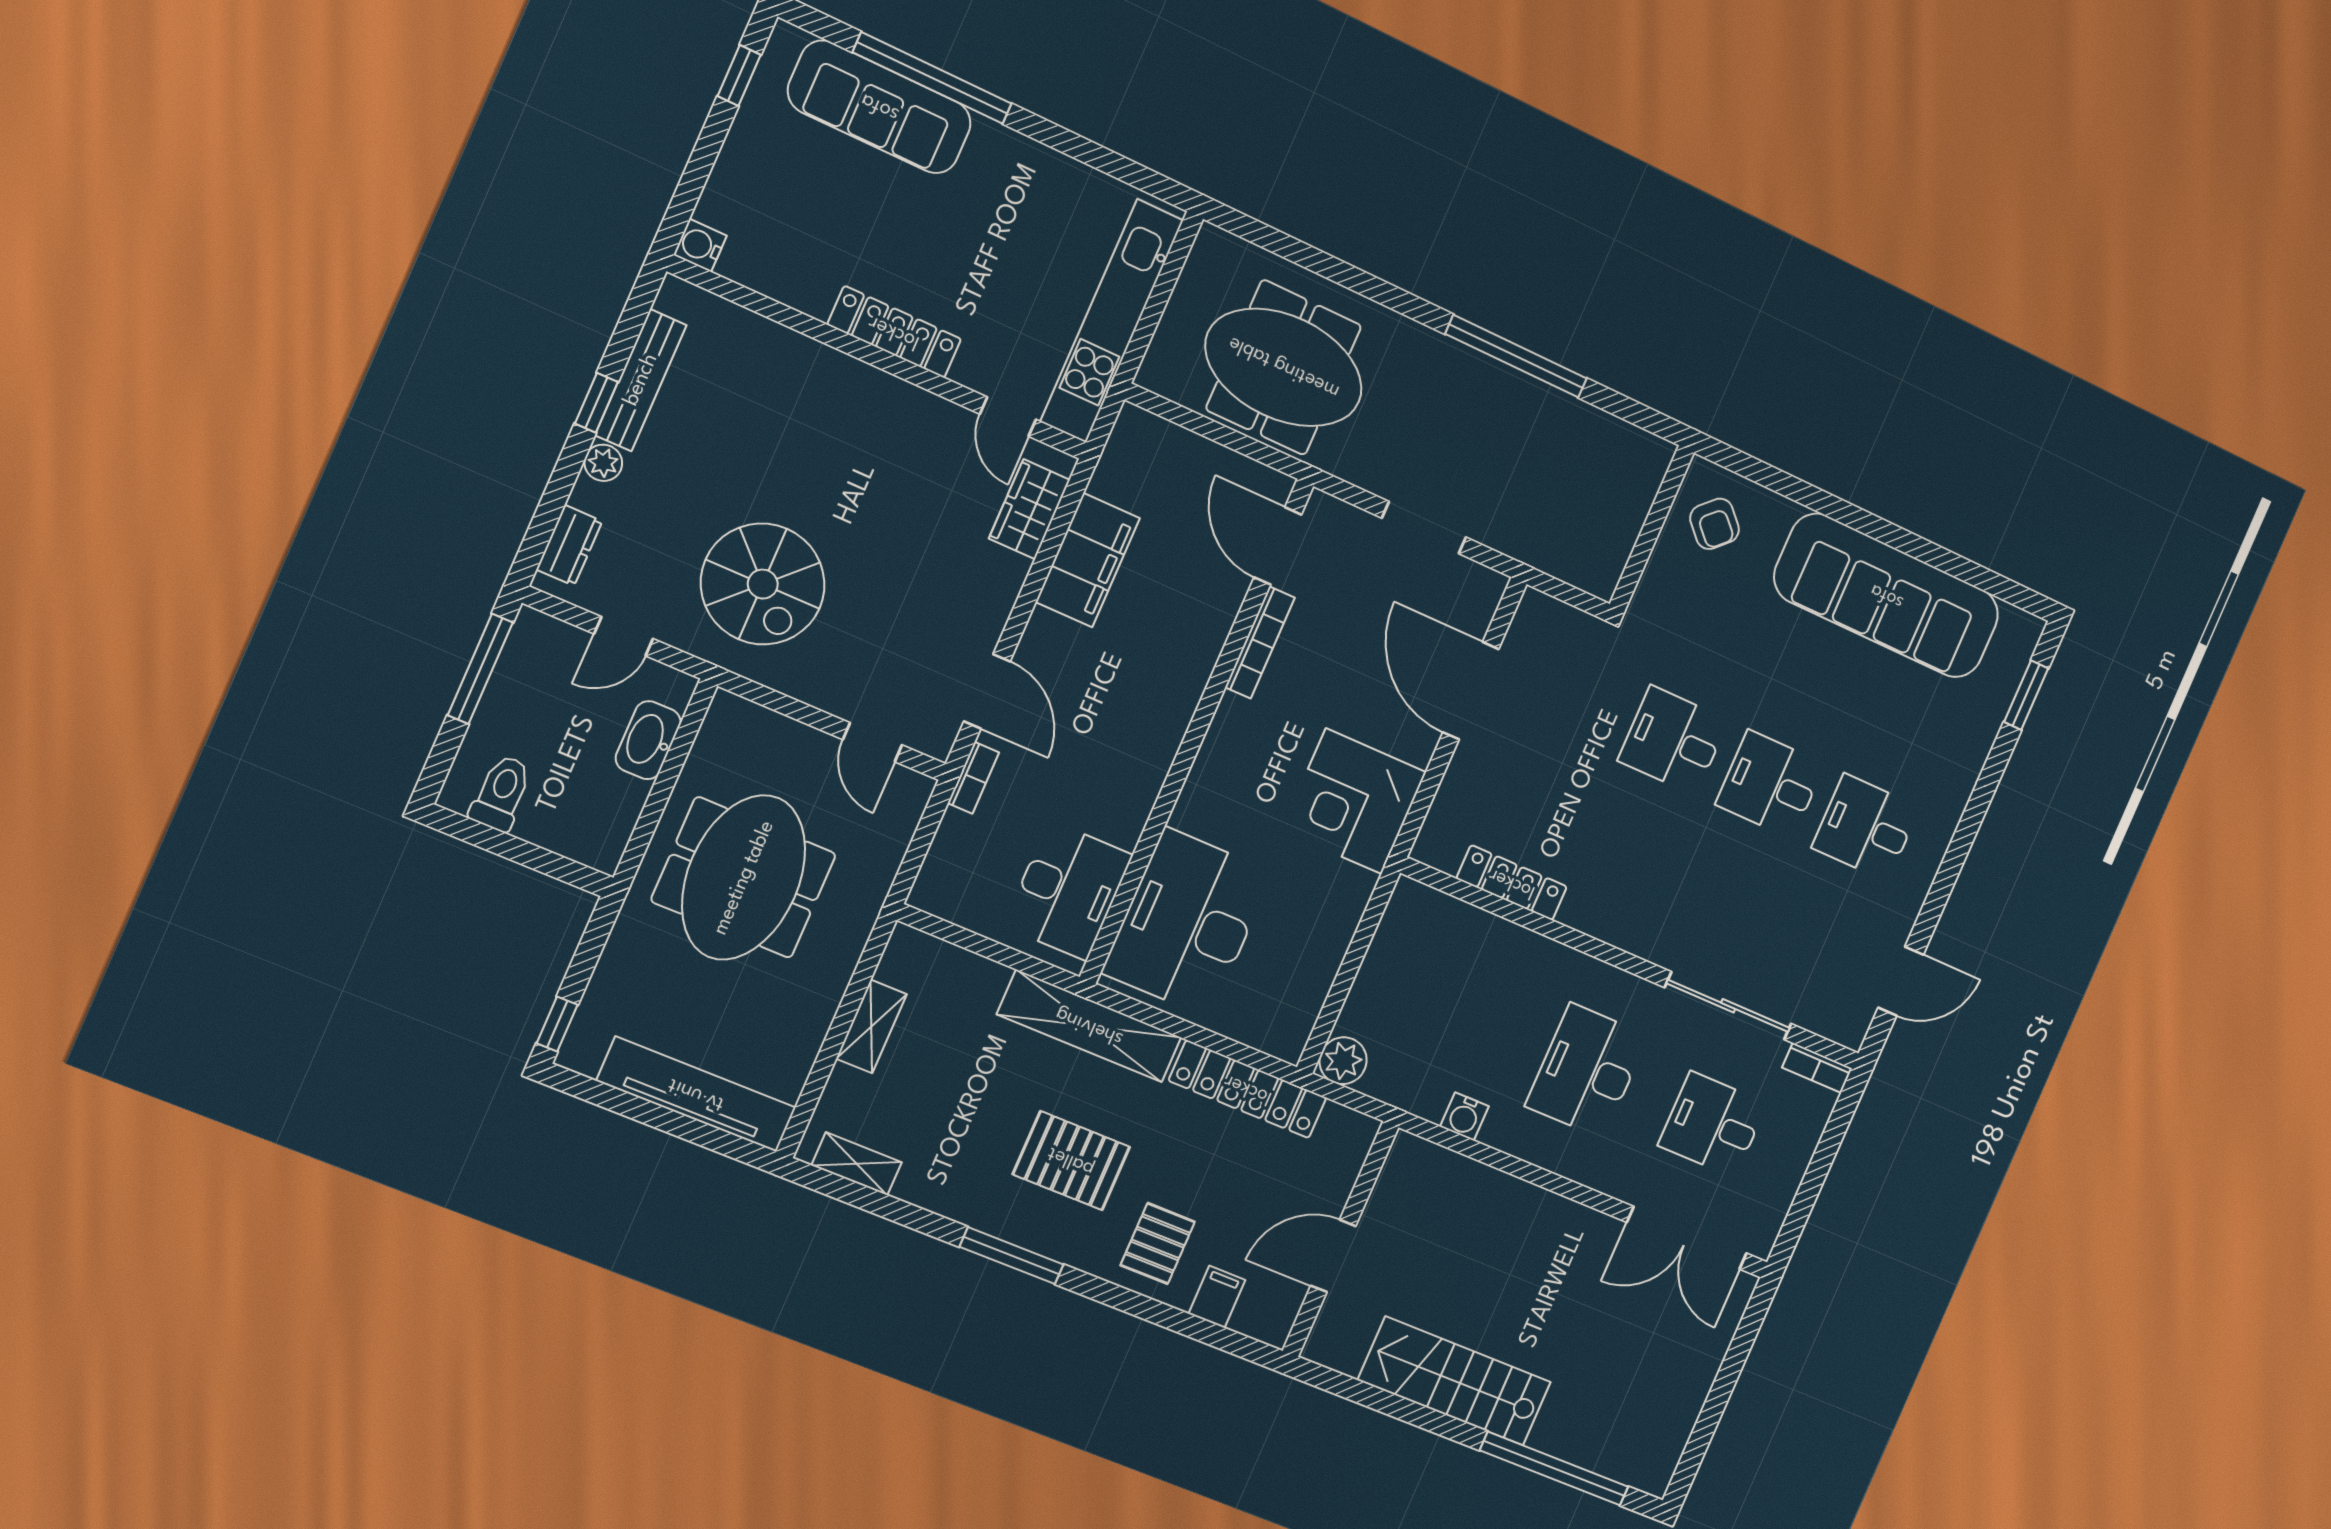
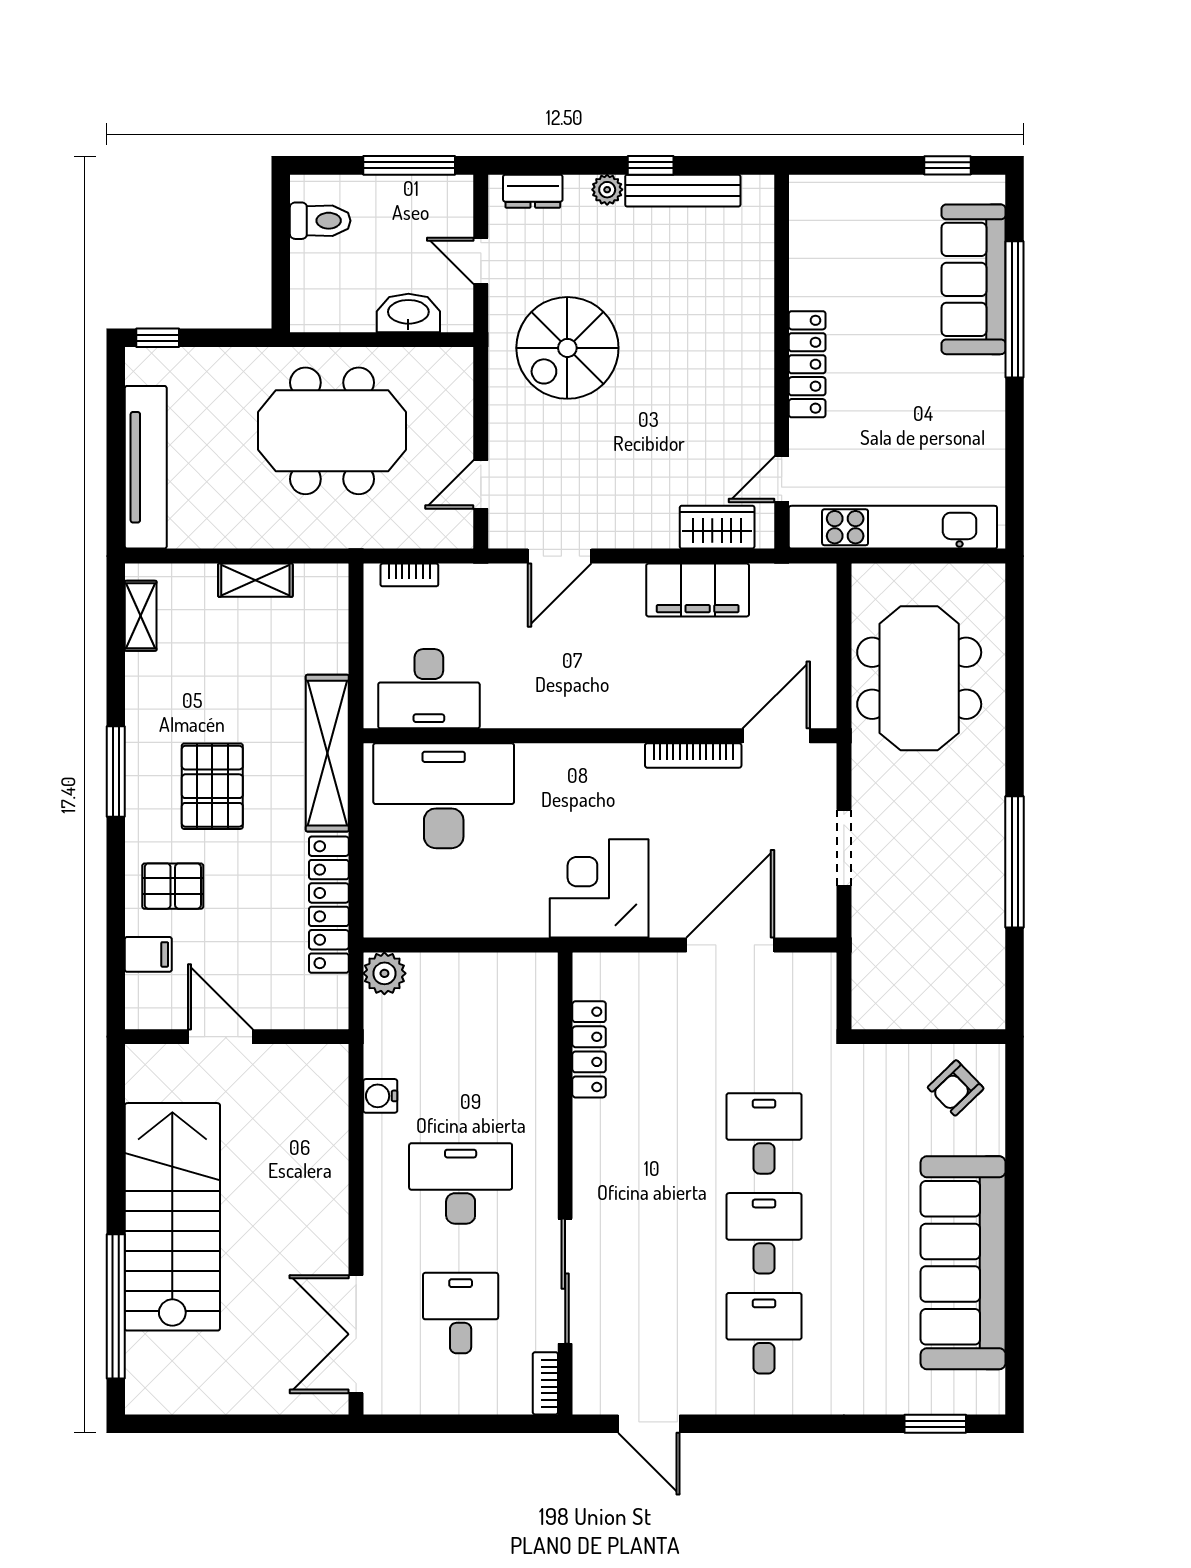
water cooler: (700, 245) -> (806, 191), removed
bookcase: (973, 778) -> (409, 575), moved
stairs: (1455, 1381) -> (172, 1217), width x1.36, depth x1.51

